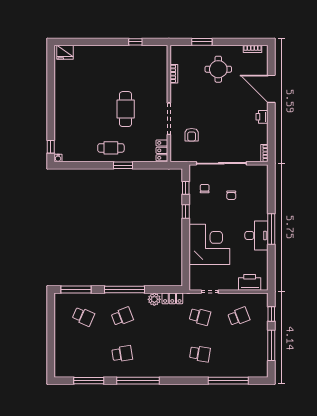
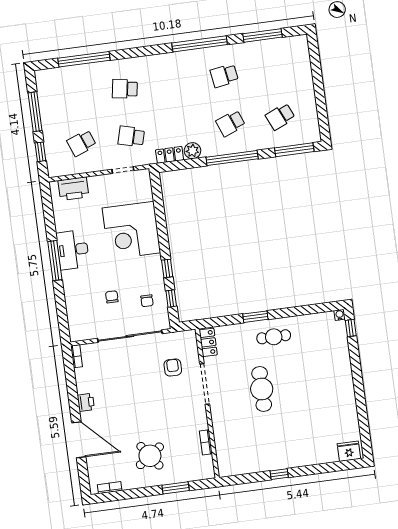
window: (135, 42) -> (279, 474), moved
round table: (218, 69) -> (150, 456), turned -36
school desk: (83, 316) -> (280, 117), turned -48

